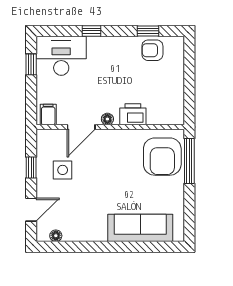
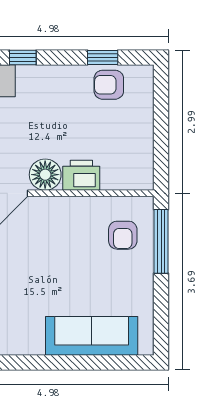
floor lamp: (107, 119) -> (45, 175), width x1.89, depth x1.89
armchair: (162, 157) -> (123, 235), width x0.53, depth x0.53

